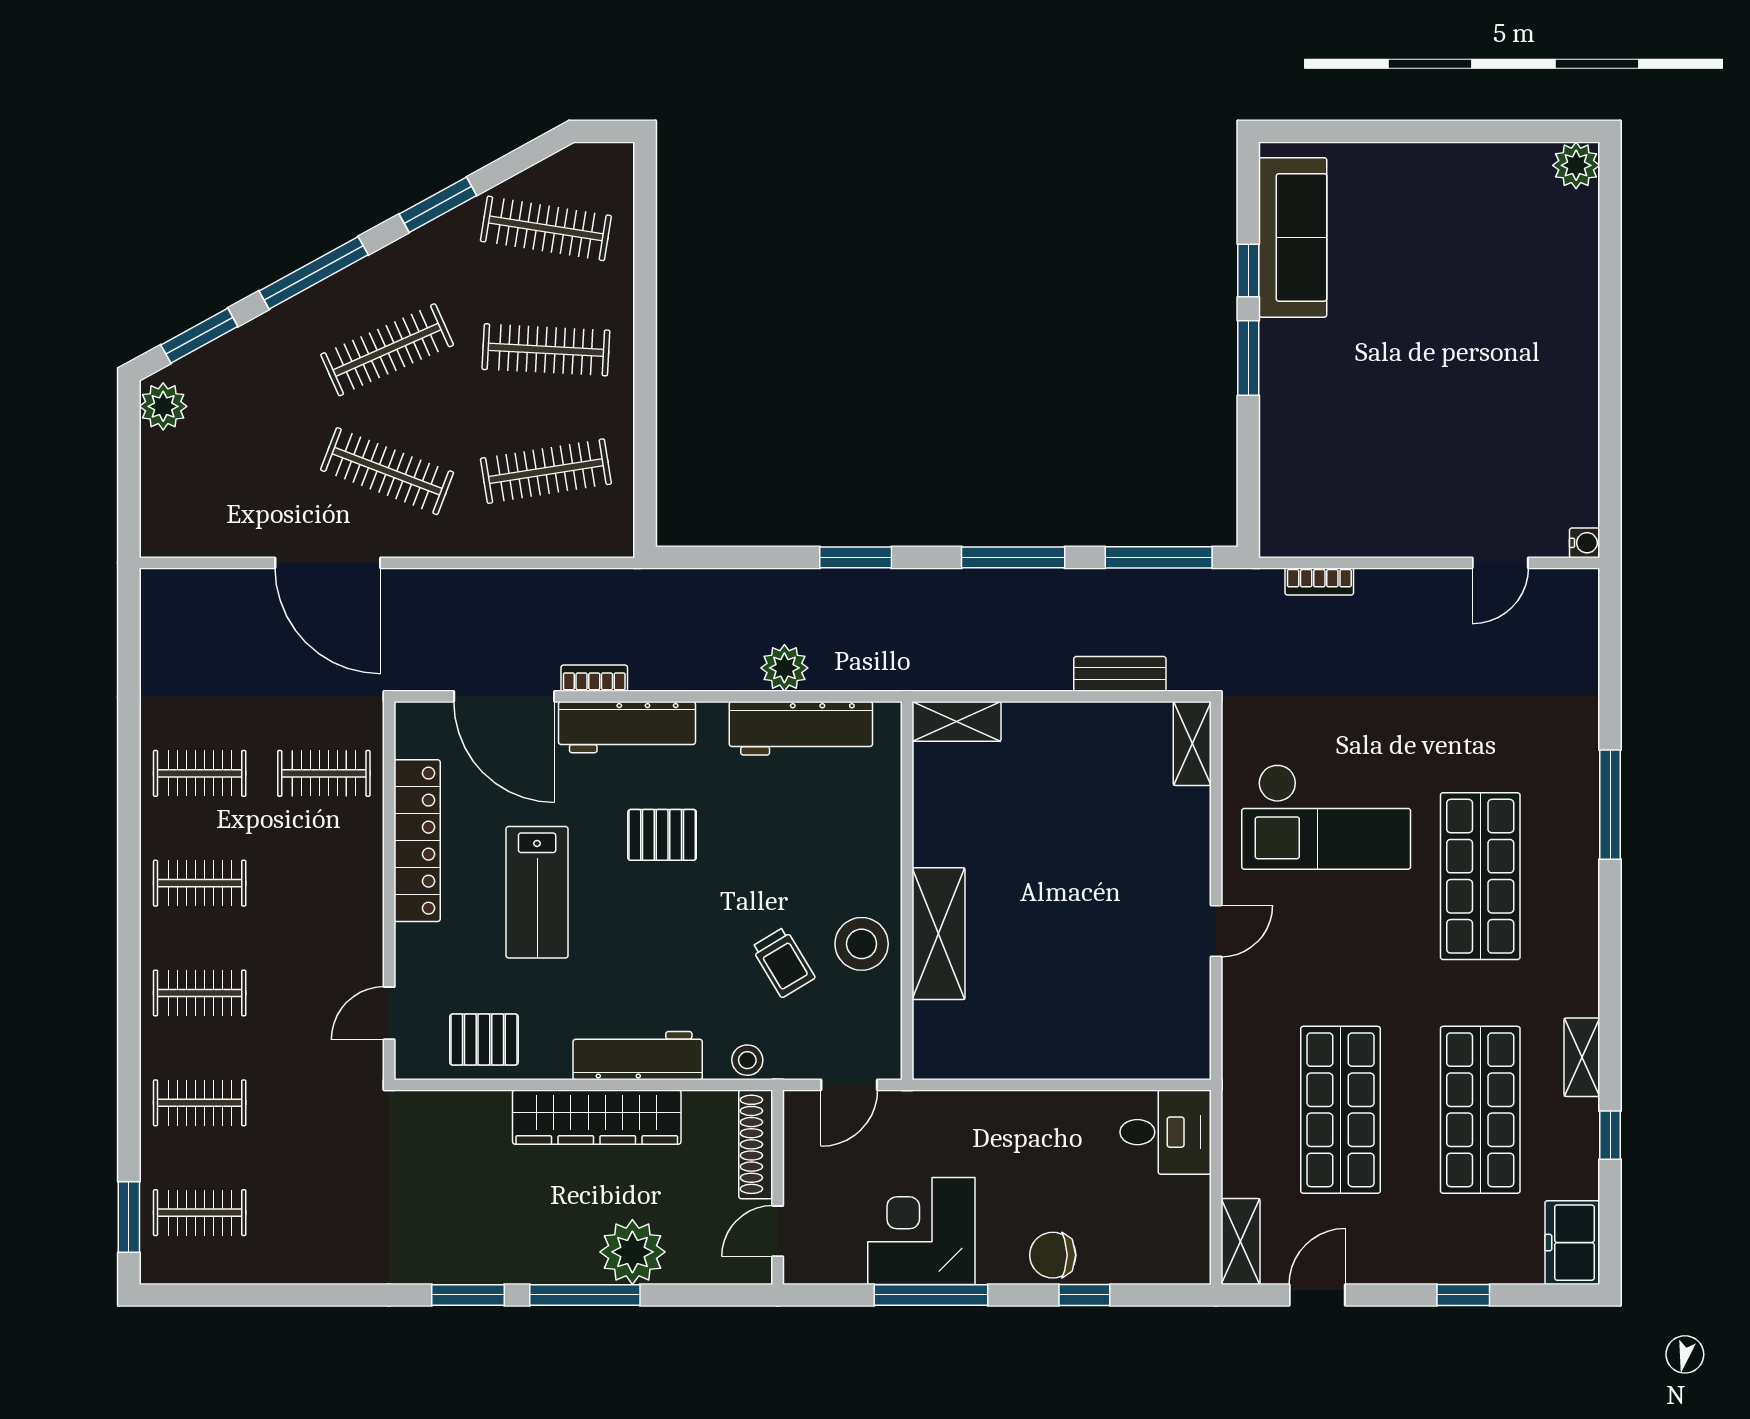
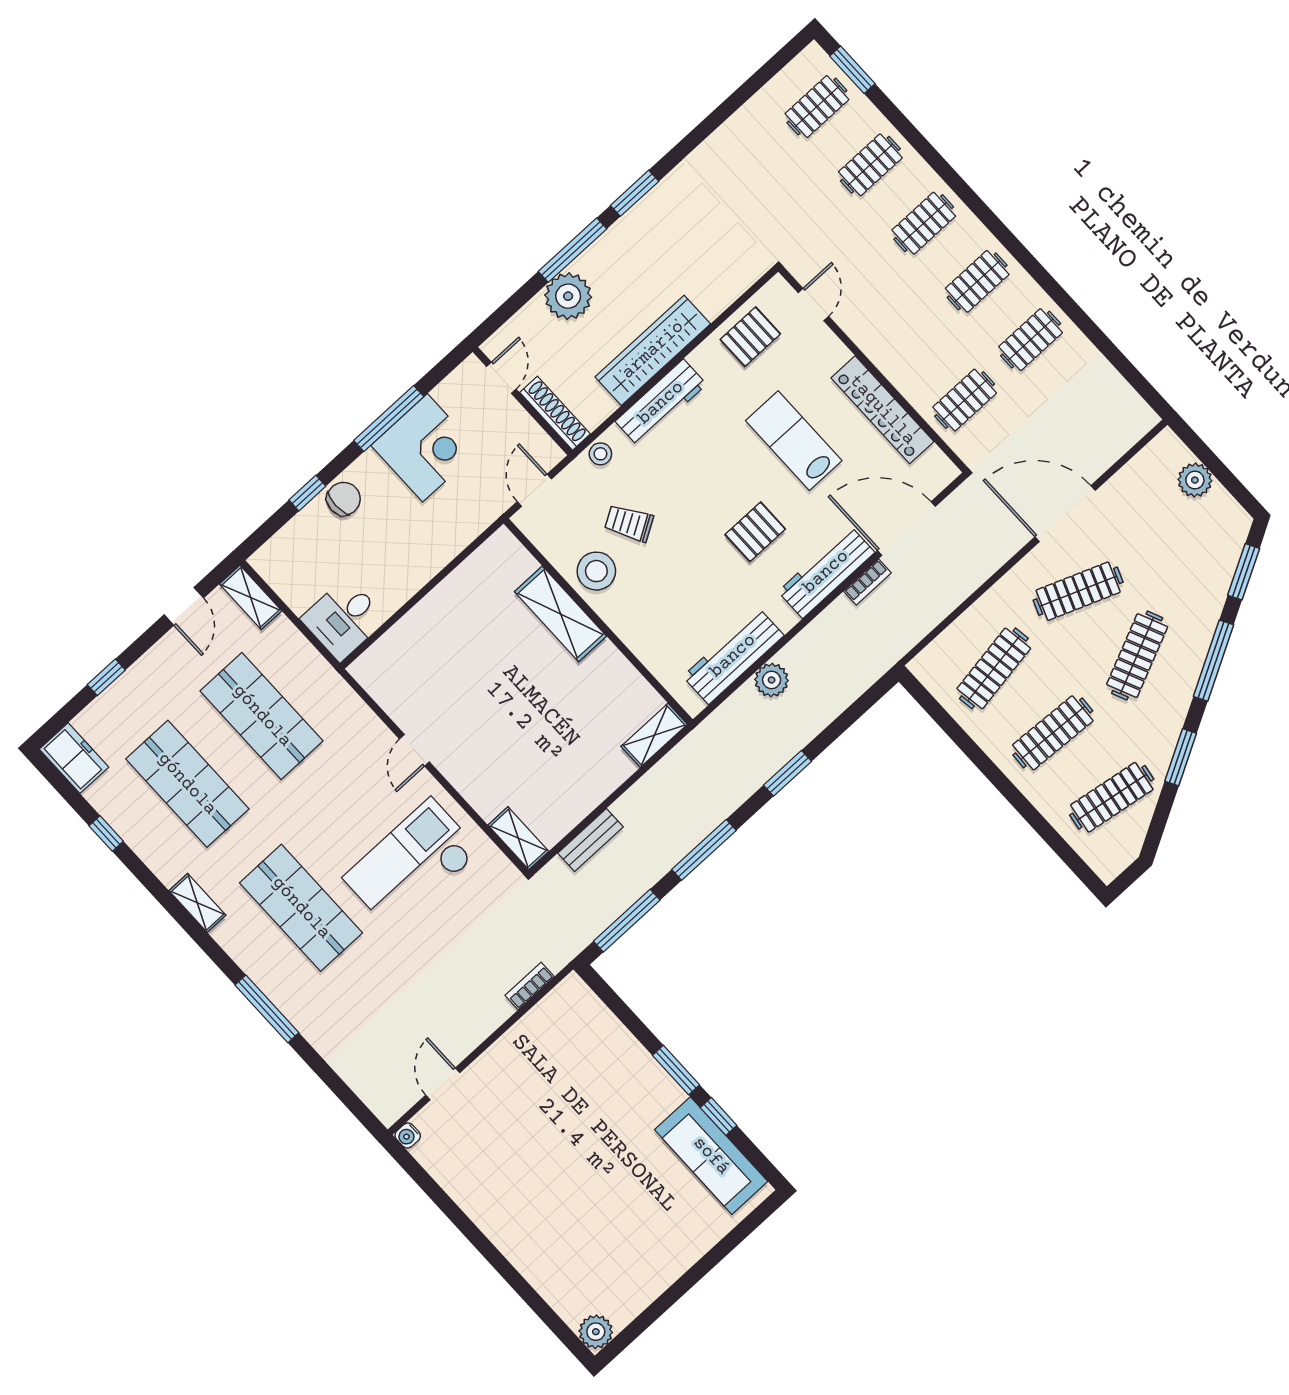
plant: (163, 406) -> (1195, 480), moved
shelving: (1582, 1057) -> (197, 903), moved

